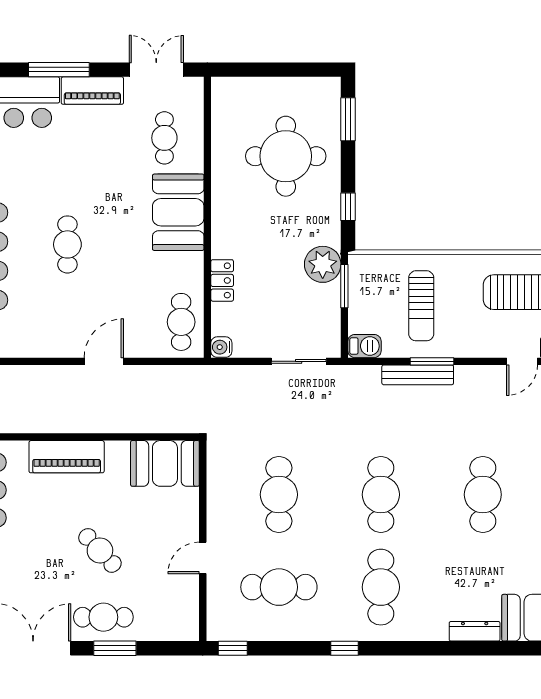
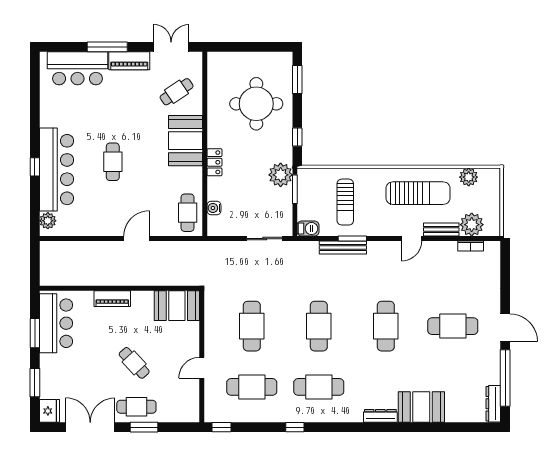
cafe table: (164, 138) -> (177, 92), turned 56
locker: (222, 280) -> (214, 162), moved
water cooler: (221, 347) -> (214, 208), moved
piano: (67, 457) -> (112, 299), width x0.73, depth x0.75
cafe table: (381, 587) -> (319, 387), turned 90

